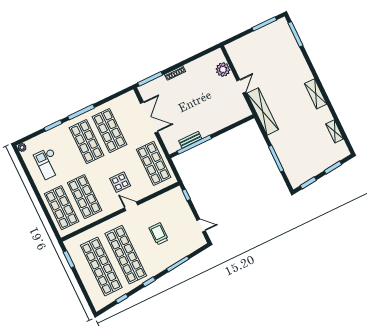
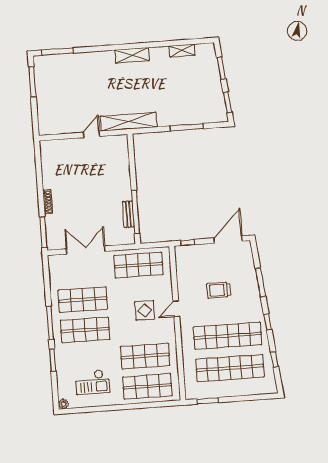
plant: (223, 69) -> (65, 147), removed
door: (241, 86) -> (91, 134), hinge flipped
door: (201, 226) -> (228, 240), width x1.87

